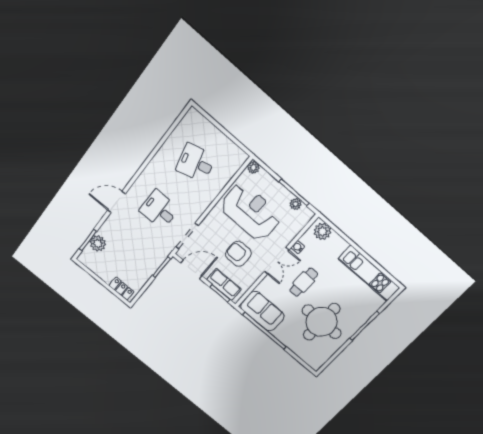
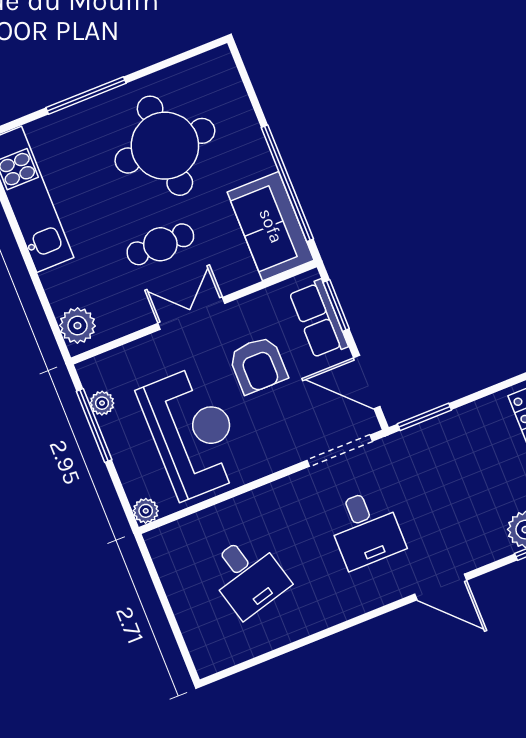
reception desk: (251, 212) -> (193, 432), turned 180
water cooler: (298, 247) -> (138, 319), removed

